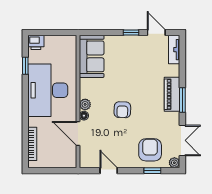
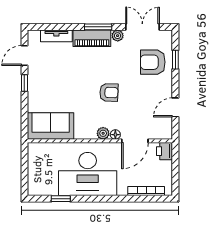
printer: (36, 42) -> (165, 151), moved, turned 180
tv unit: (174, 50) -> (56, 36), moved
plant: (174, 163) -> (118, 36), moved

